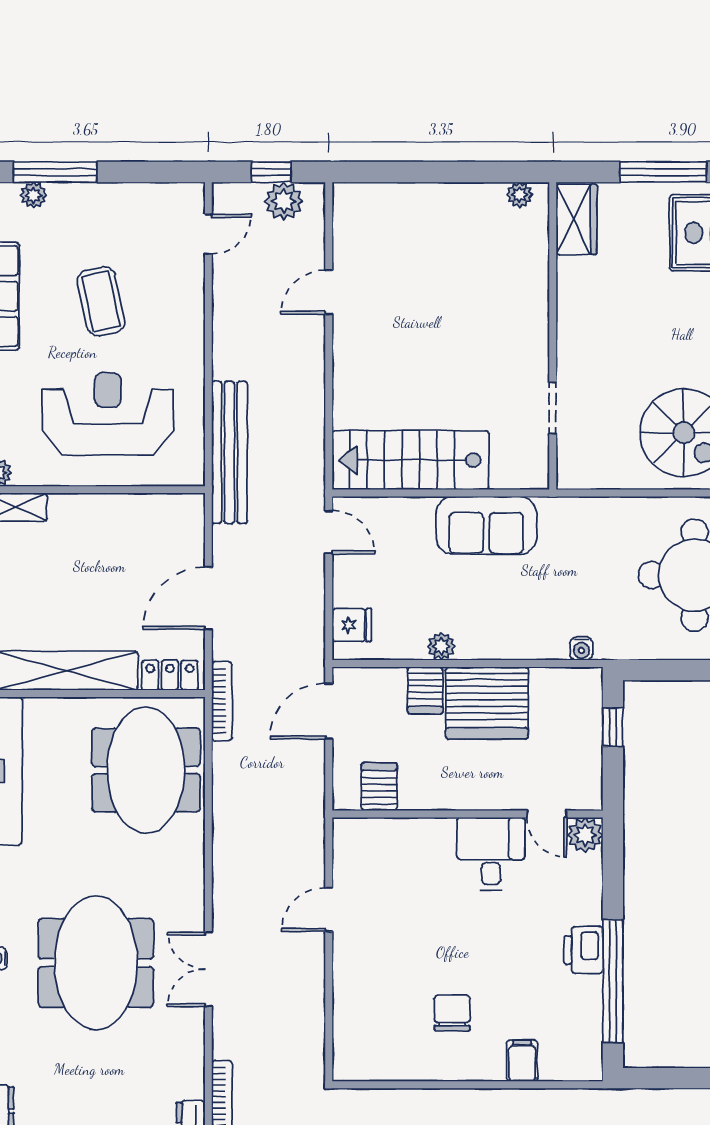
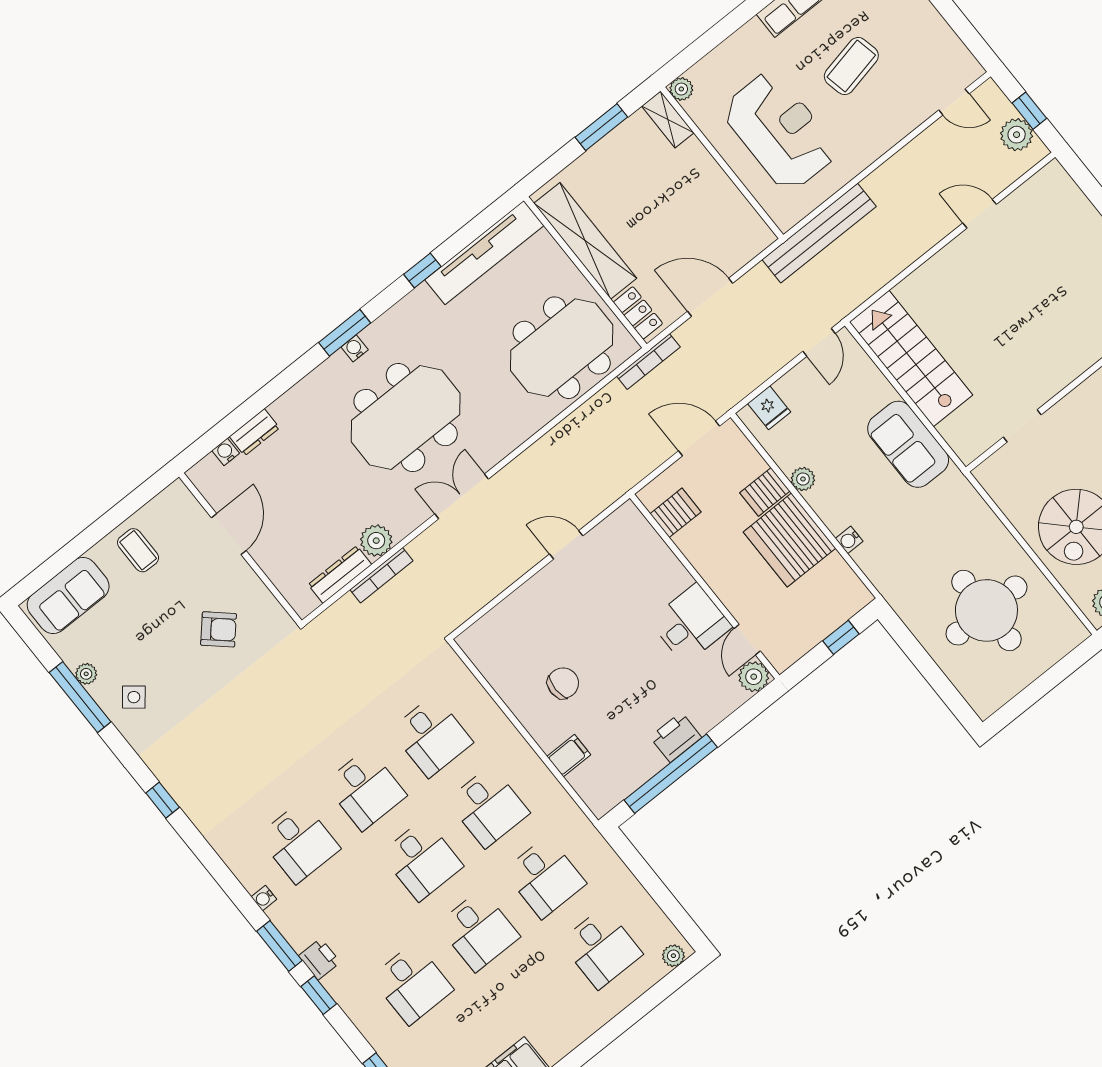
water cooler: (581, 649) -> (849, 540), moved
plant: (186, 1079) -> (376, 541), added

